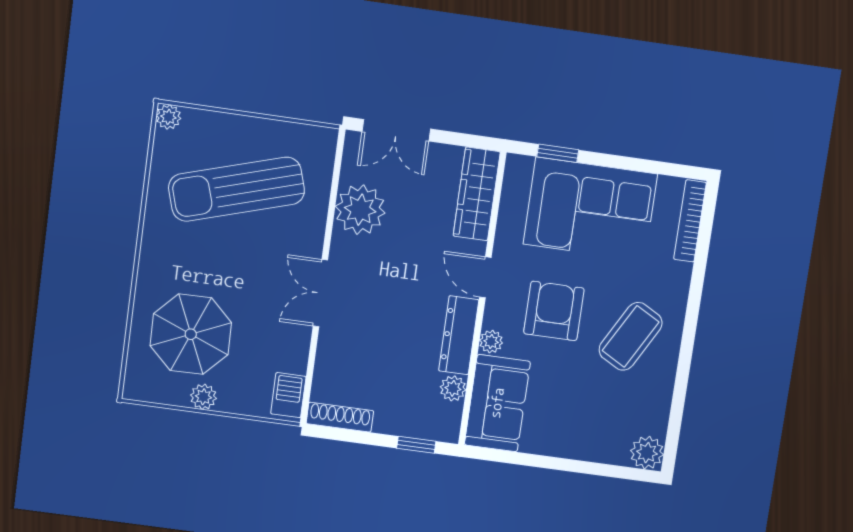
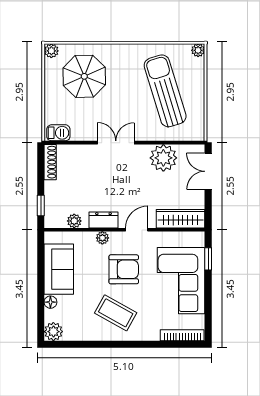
dresser: (459, 335) -> (103, 220), width x0.70
plant: (203, 397) -> (51, 51), moved
sofa: (497, 403) -> (59, 269), moved, turned -90
floor lamp: (593, 451) -> (50, 302), added

